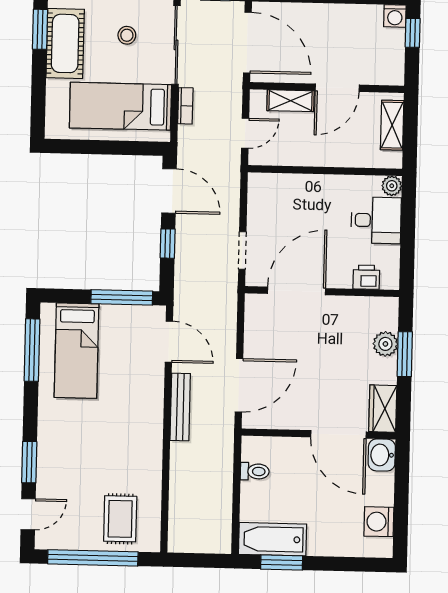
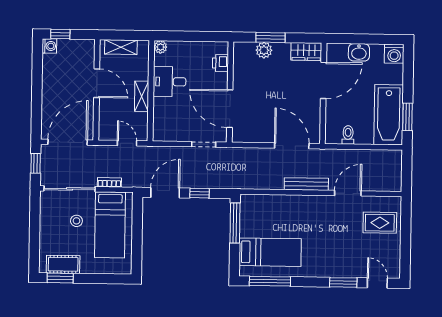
stool: (127, 35) -> (76, 221), moved
cot: (65, 43) -> (63, 264), width x0.73, depth x0.75
shelving: (291, 101) -> (142, 96), moved
desk: (376, 220) -> (170, 82), moved, turned -90
door: (169, 342) -> (348, 193), moved
washbasin: (382, 455) -> (359, 52), moved
washing machine: (379, 522) -> (394, 54), moved
bathtub: (273, 539) -> (389, 115), width x1.36, depth x1.36
window: (93, 558) -> (406, 240), removed

